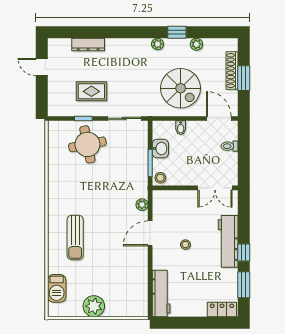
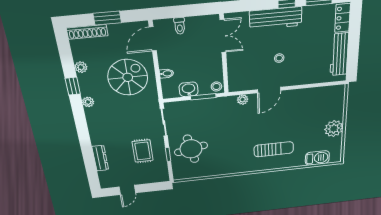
shoe rack: (232, 71) -> (87, 32), moved
door: (150, 233) -> (269, 90), hinge flipped
workbench: (161, 294) -> (339, 54), moved, turned -90

